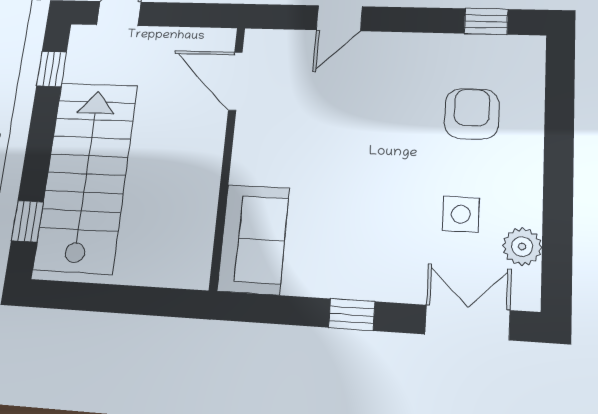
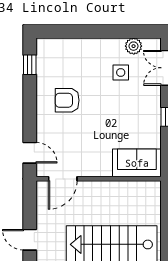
door: (339, 18) -> (30, 153), moved
armchair: (472, 114) -> (67, 100), moved

